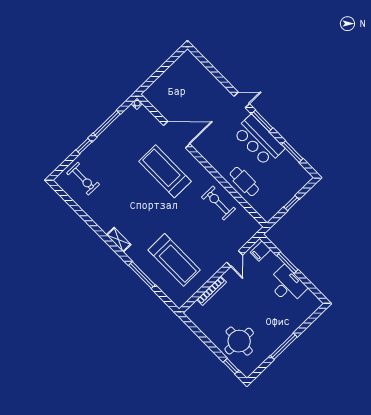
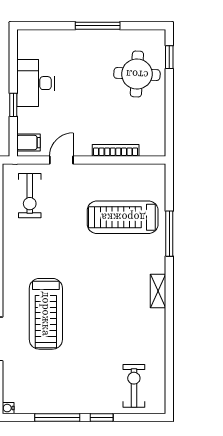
exercise bike: (218, 203) -> (30, 196), moved
treadmill: (174, 260) -> (123, 217), turned -90
window: (287, 263) -> (13, 105), width x0.67

